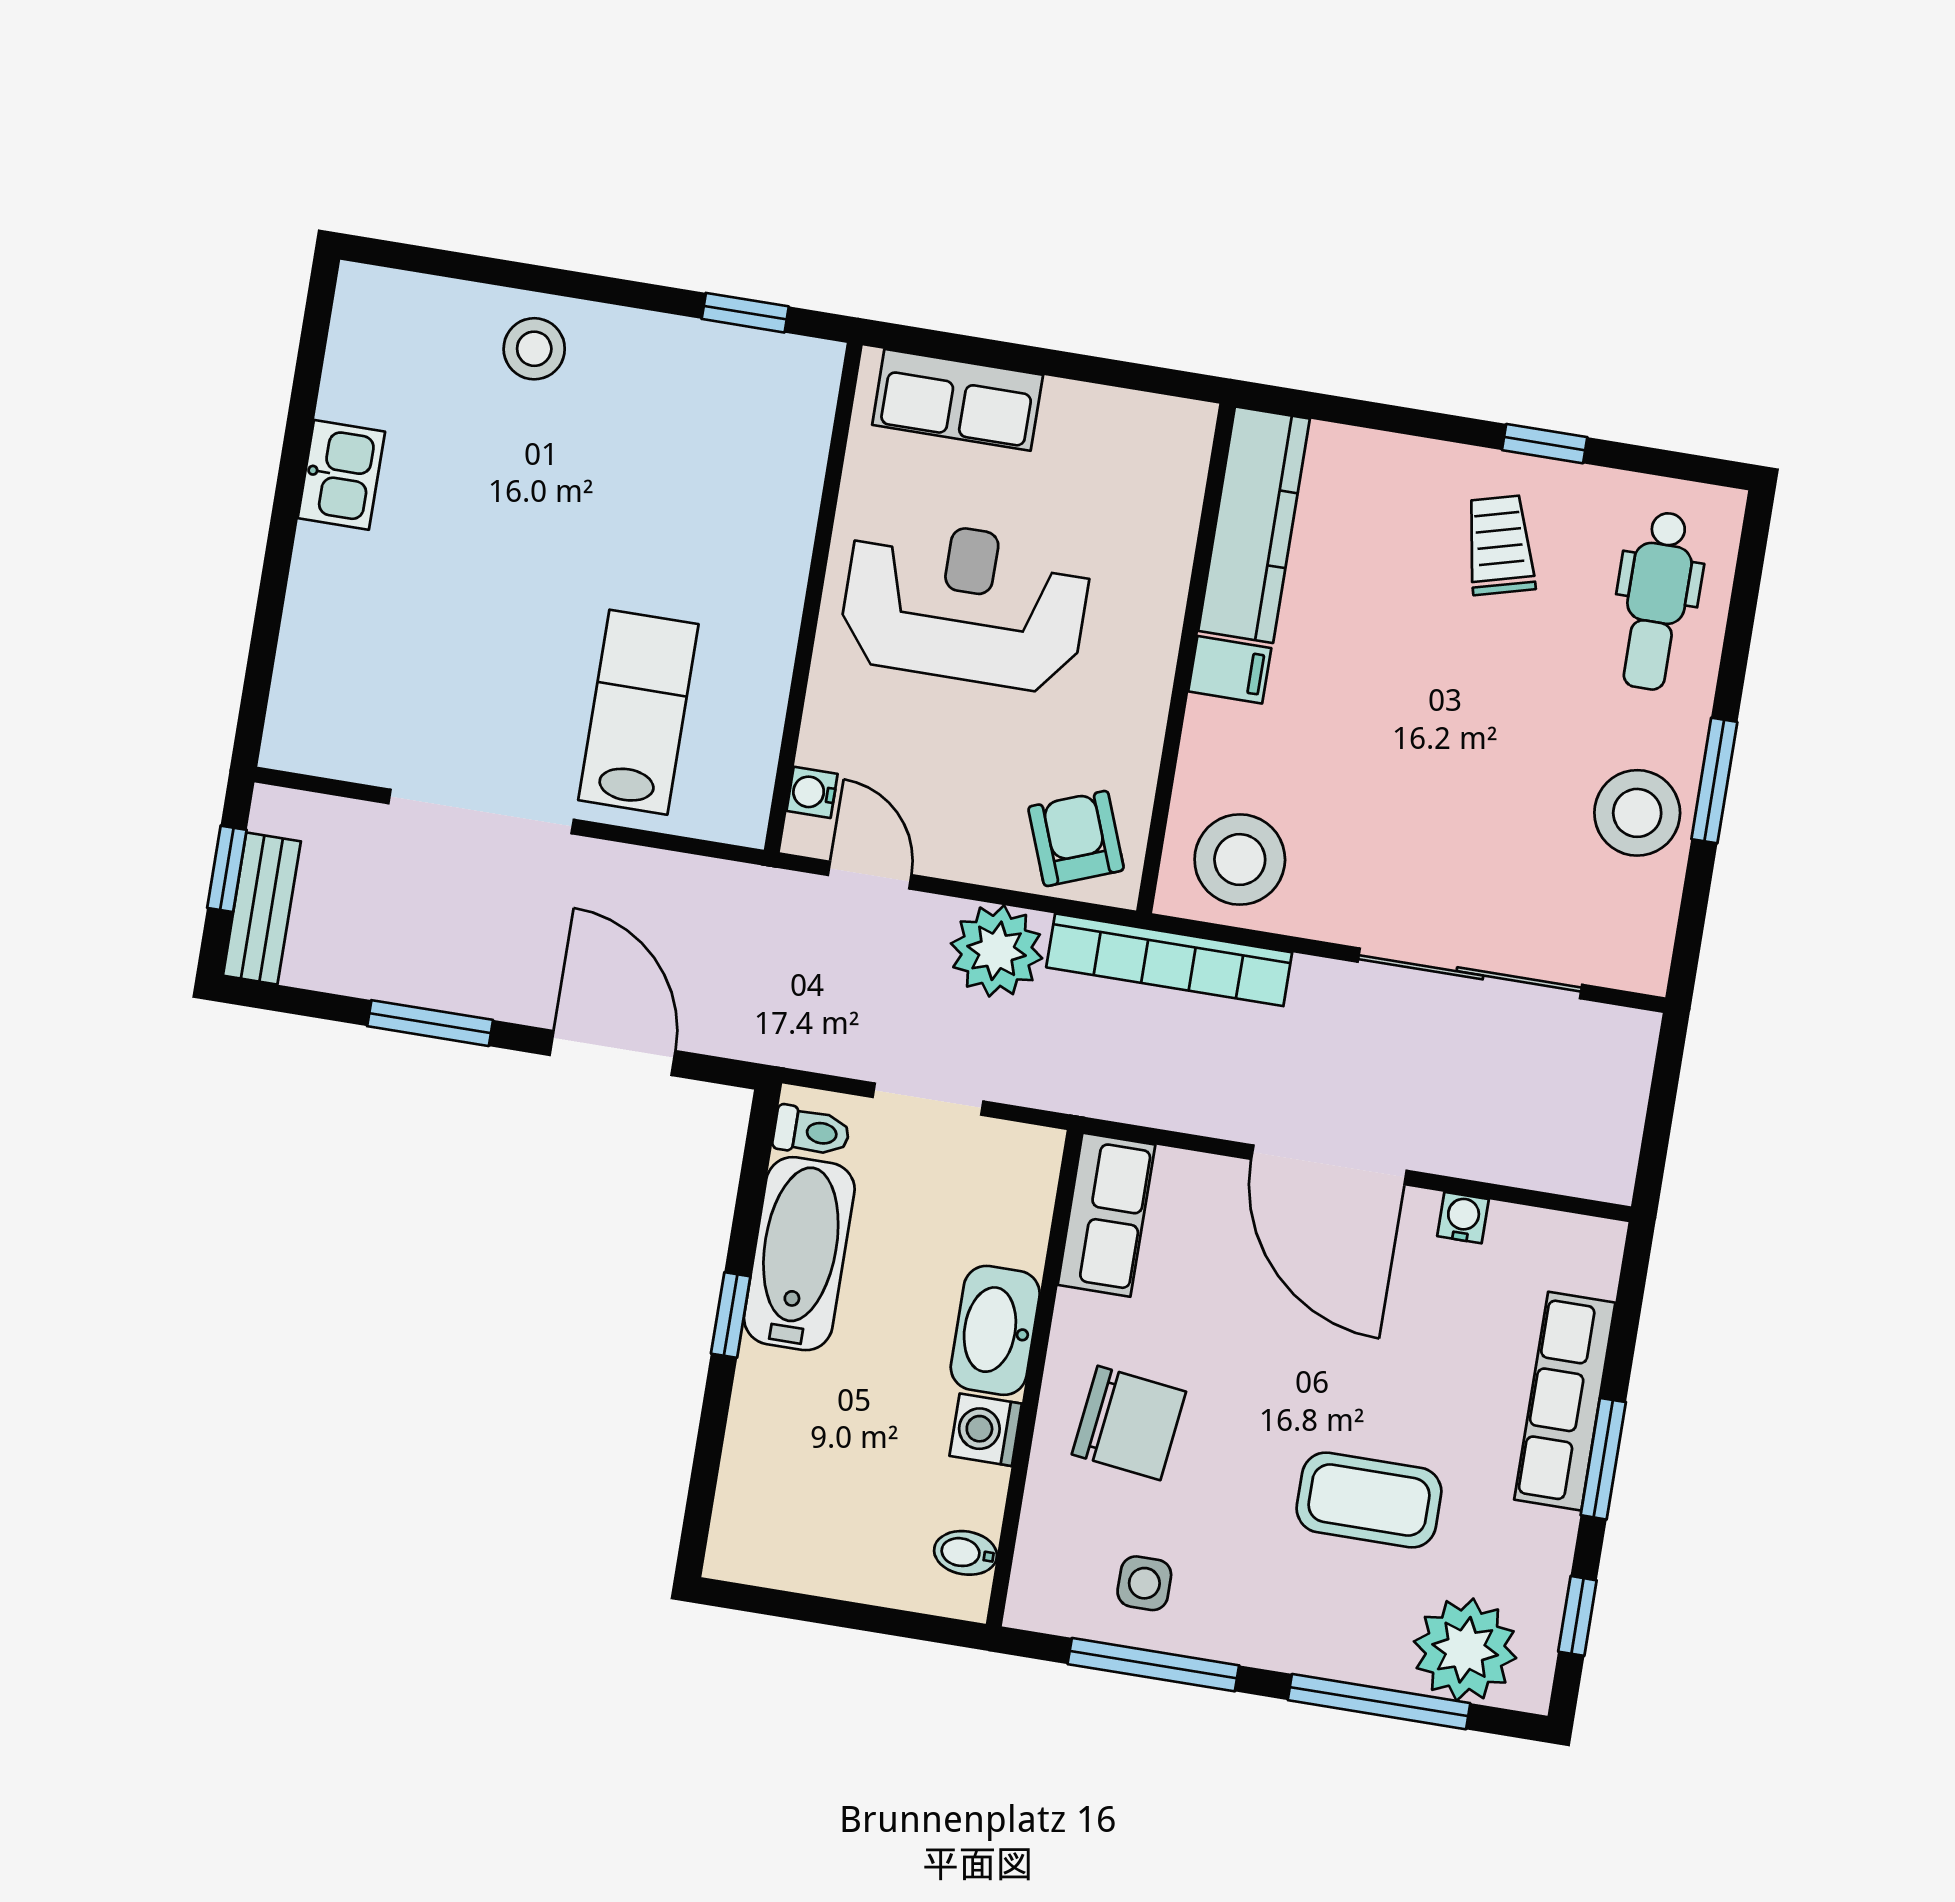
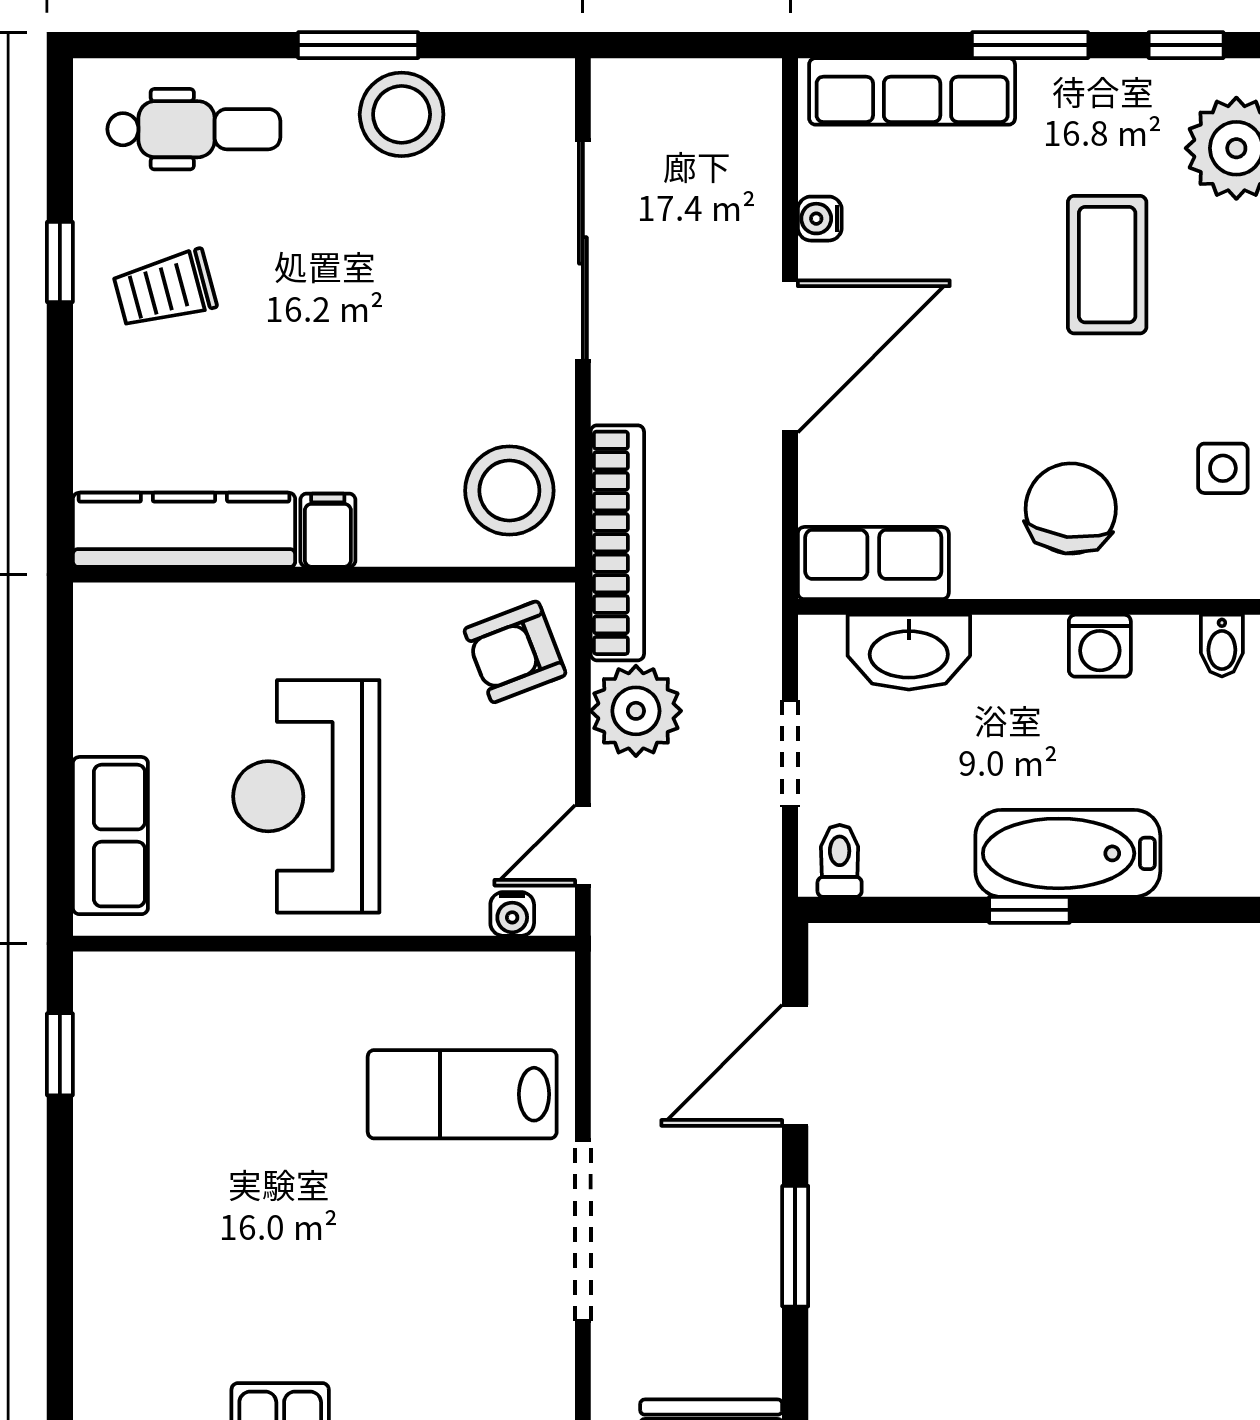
stool: (534, 349) -> (128, 1252), removed
bathtub: (799, 1254) -> (1068, 853), moved
washbasin: (995, 1330) -> (909, 652), moved
row of seats: (1565, 1401) -> (912, 91), moved

